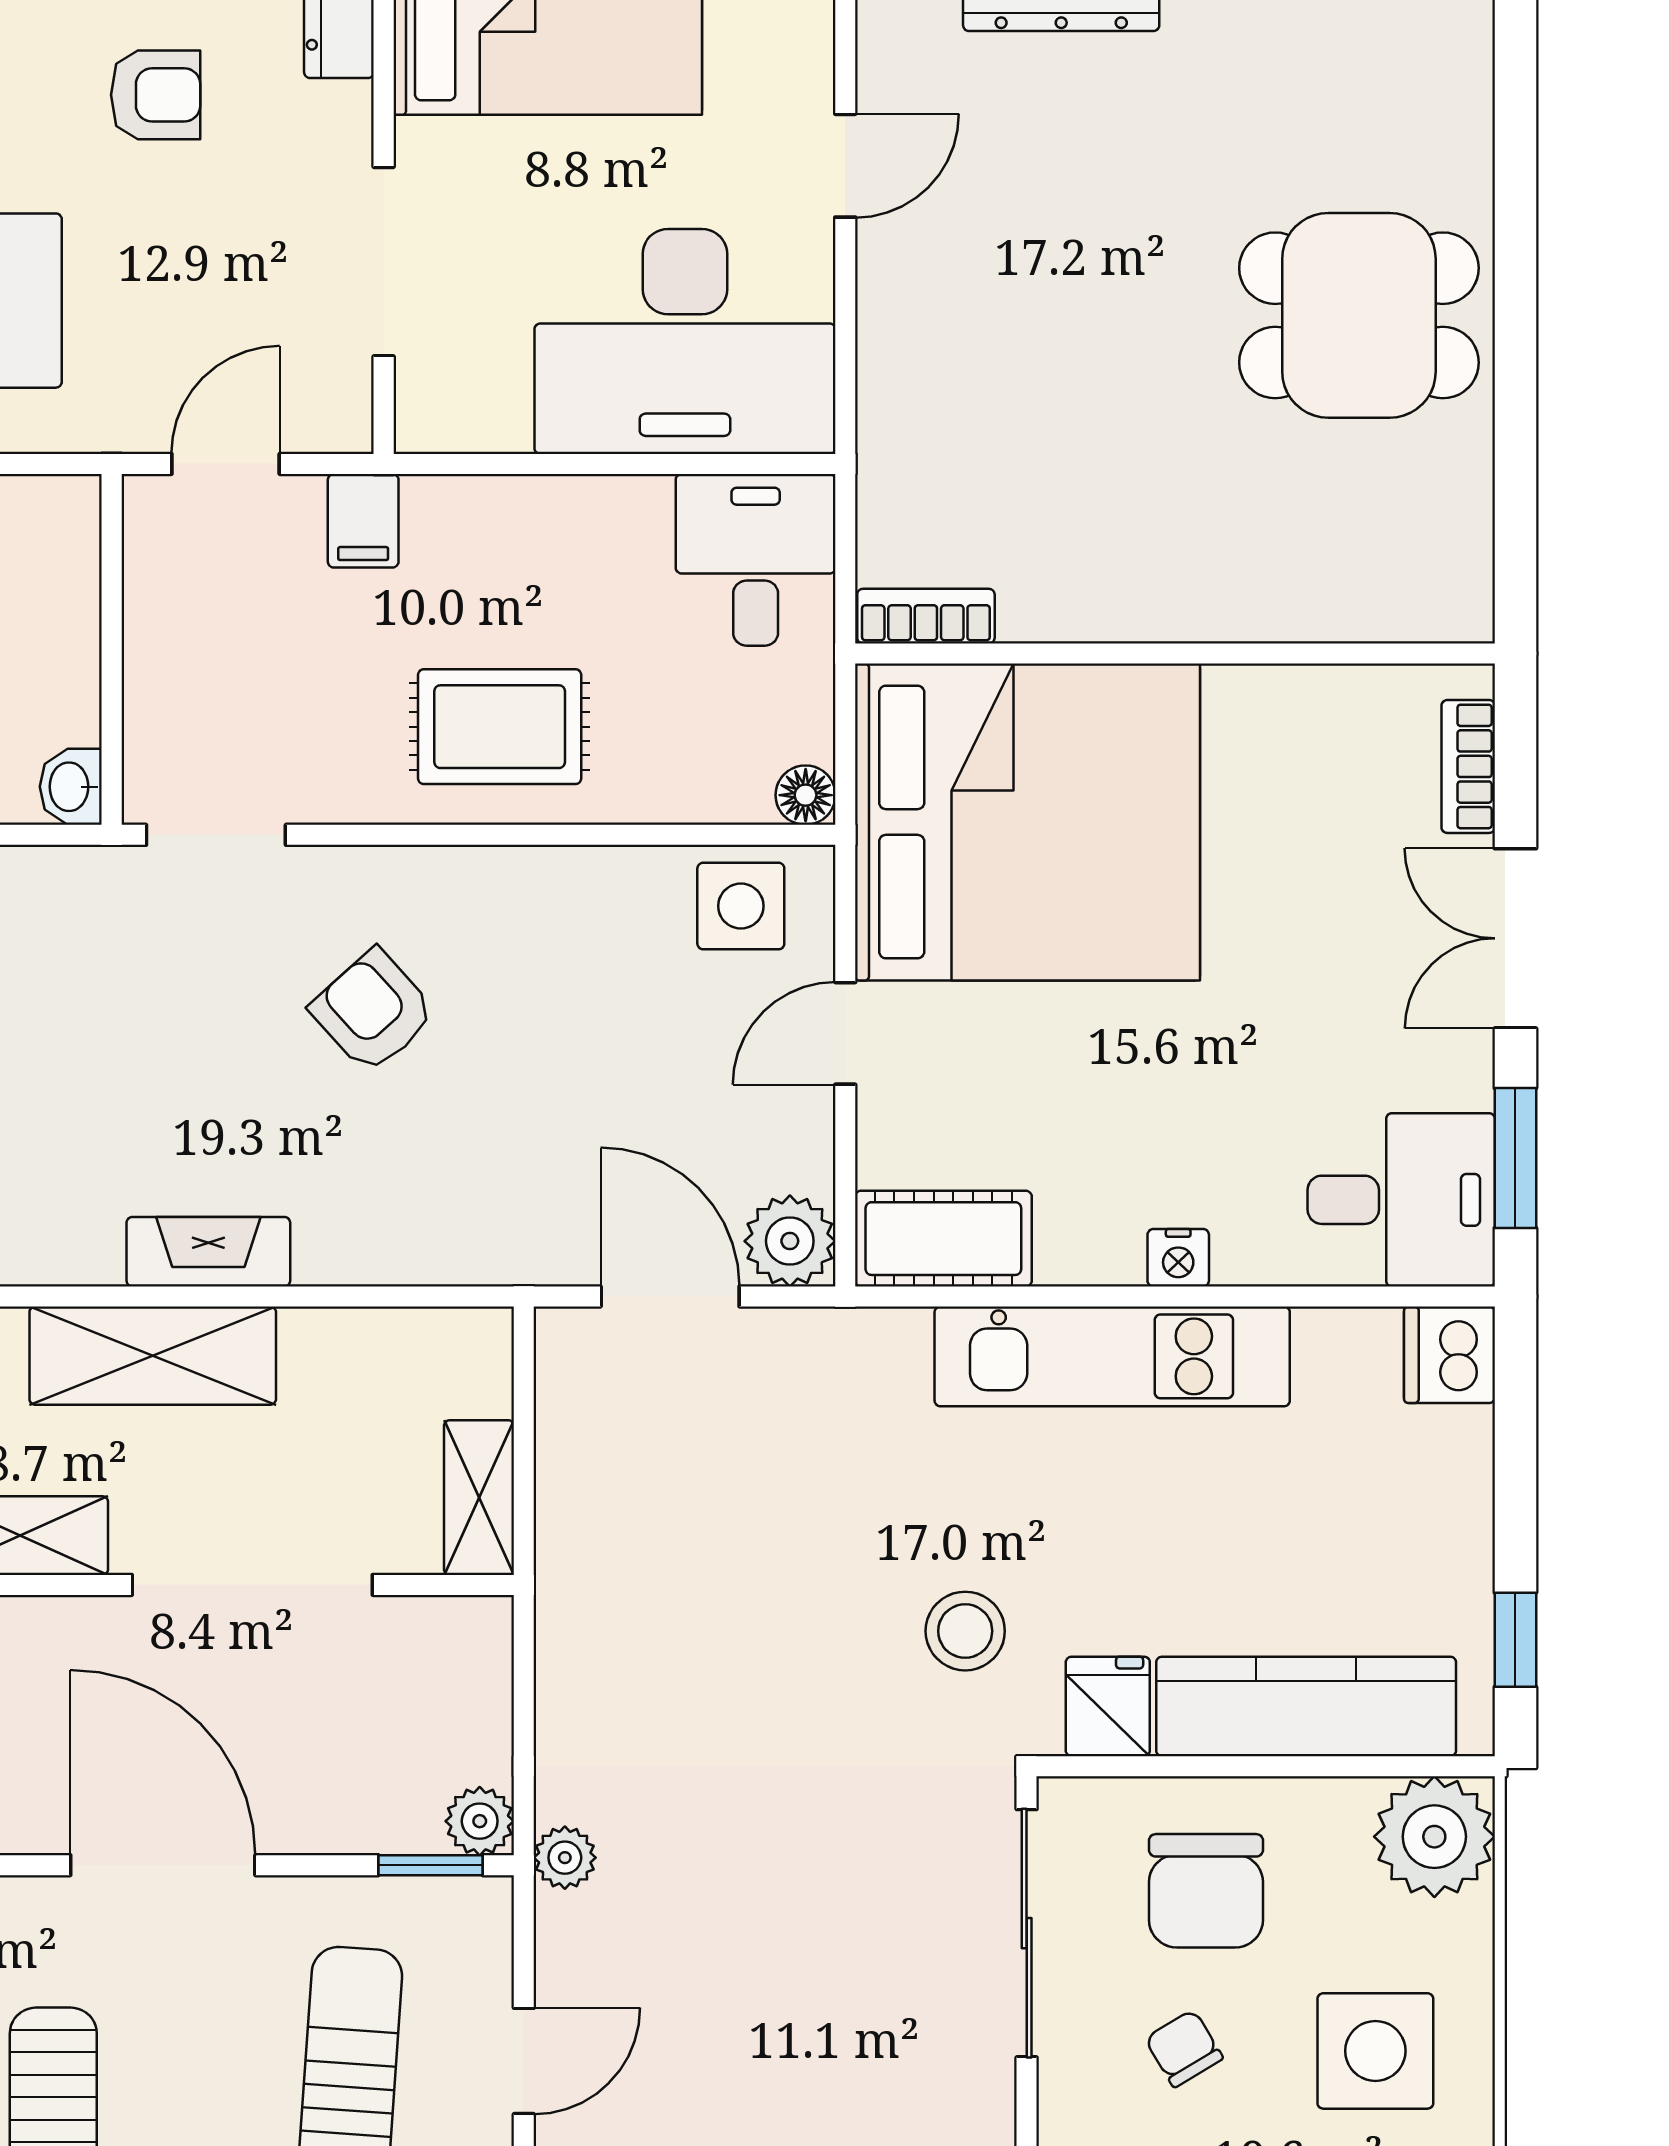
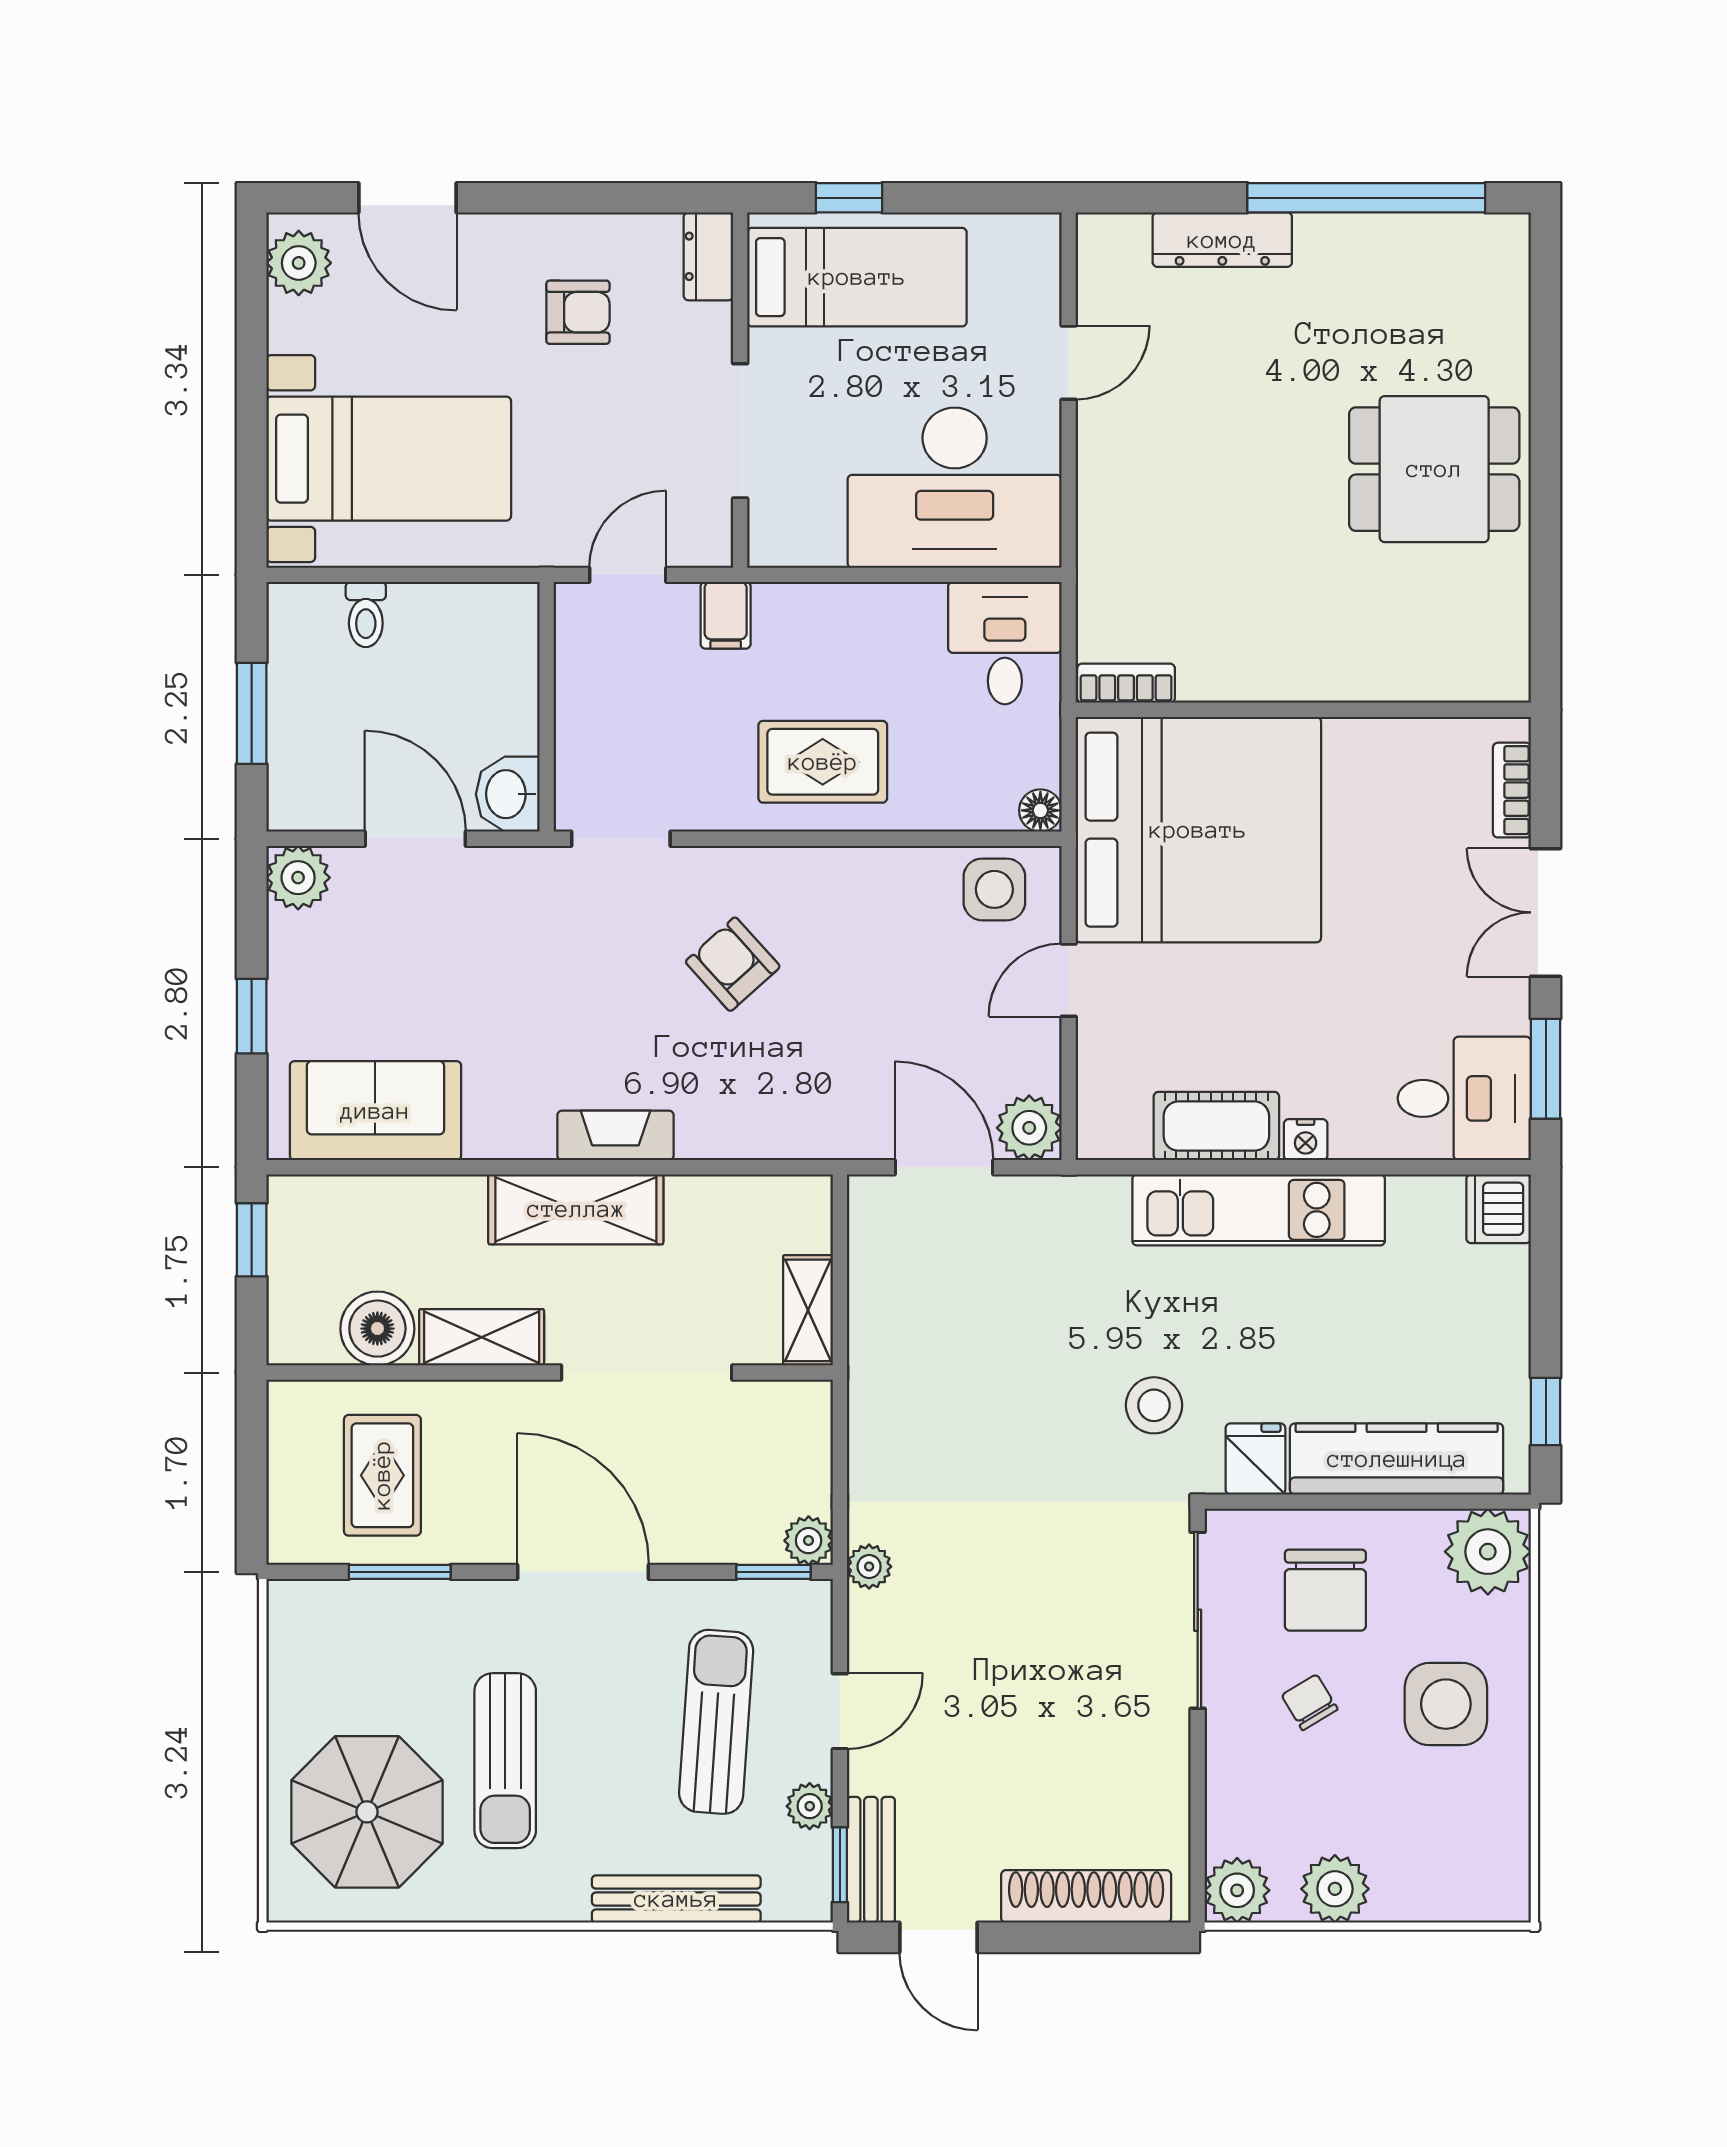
washbasin: (71, 787) -> (508, 794), width x1.38, depth x1.45
cot: (943, 1239) -> (1216, 1126), moved

